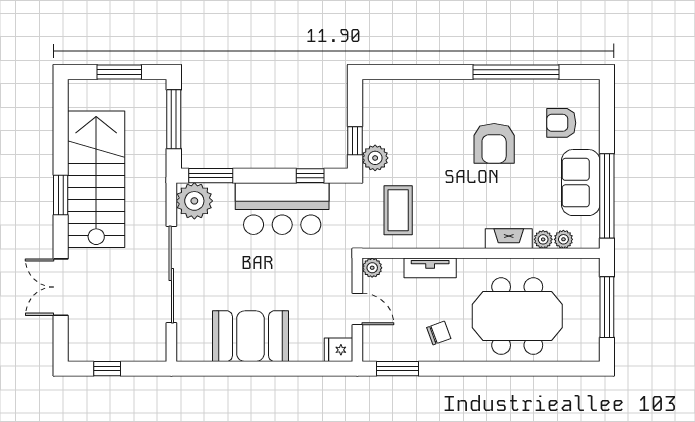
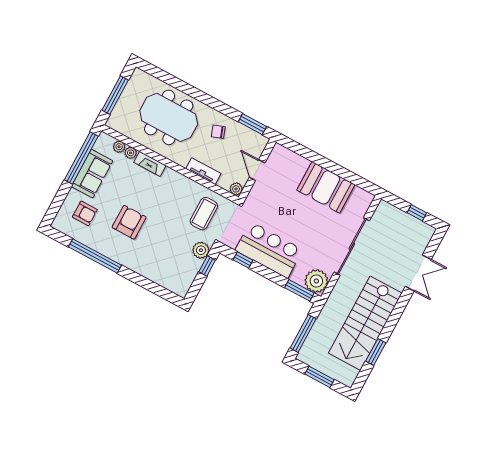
window: (61, 195) -> (376, 352), moved
fridge: (339, 350) -> (280, 153), removed

